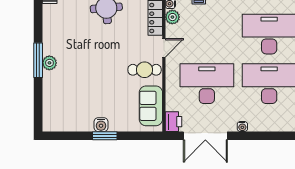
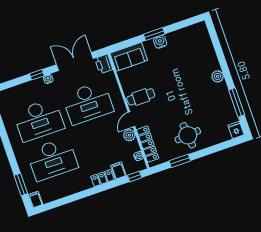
plant: (172, 17) -> (129, 135), moved
window: (38, 60) -> (237, 102), moved
sofa: (151, 106) -> (129, 57), moved, turned 90
window: (253, 136) -> (37, 75), added

